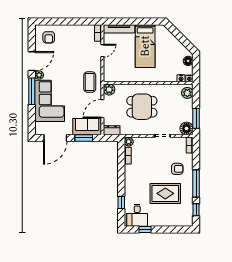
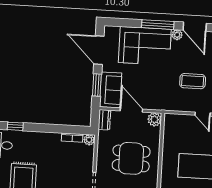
coffee table: (90, 82) -> (193, 81), moved
dining table: (142, 107) -> (131, 158), turned 90

